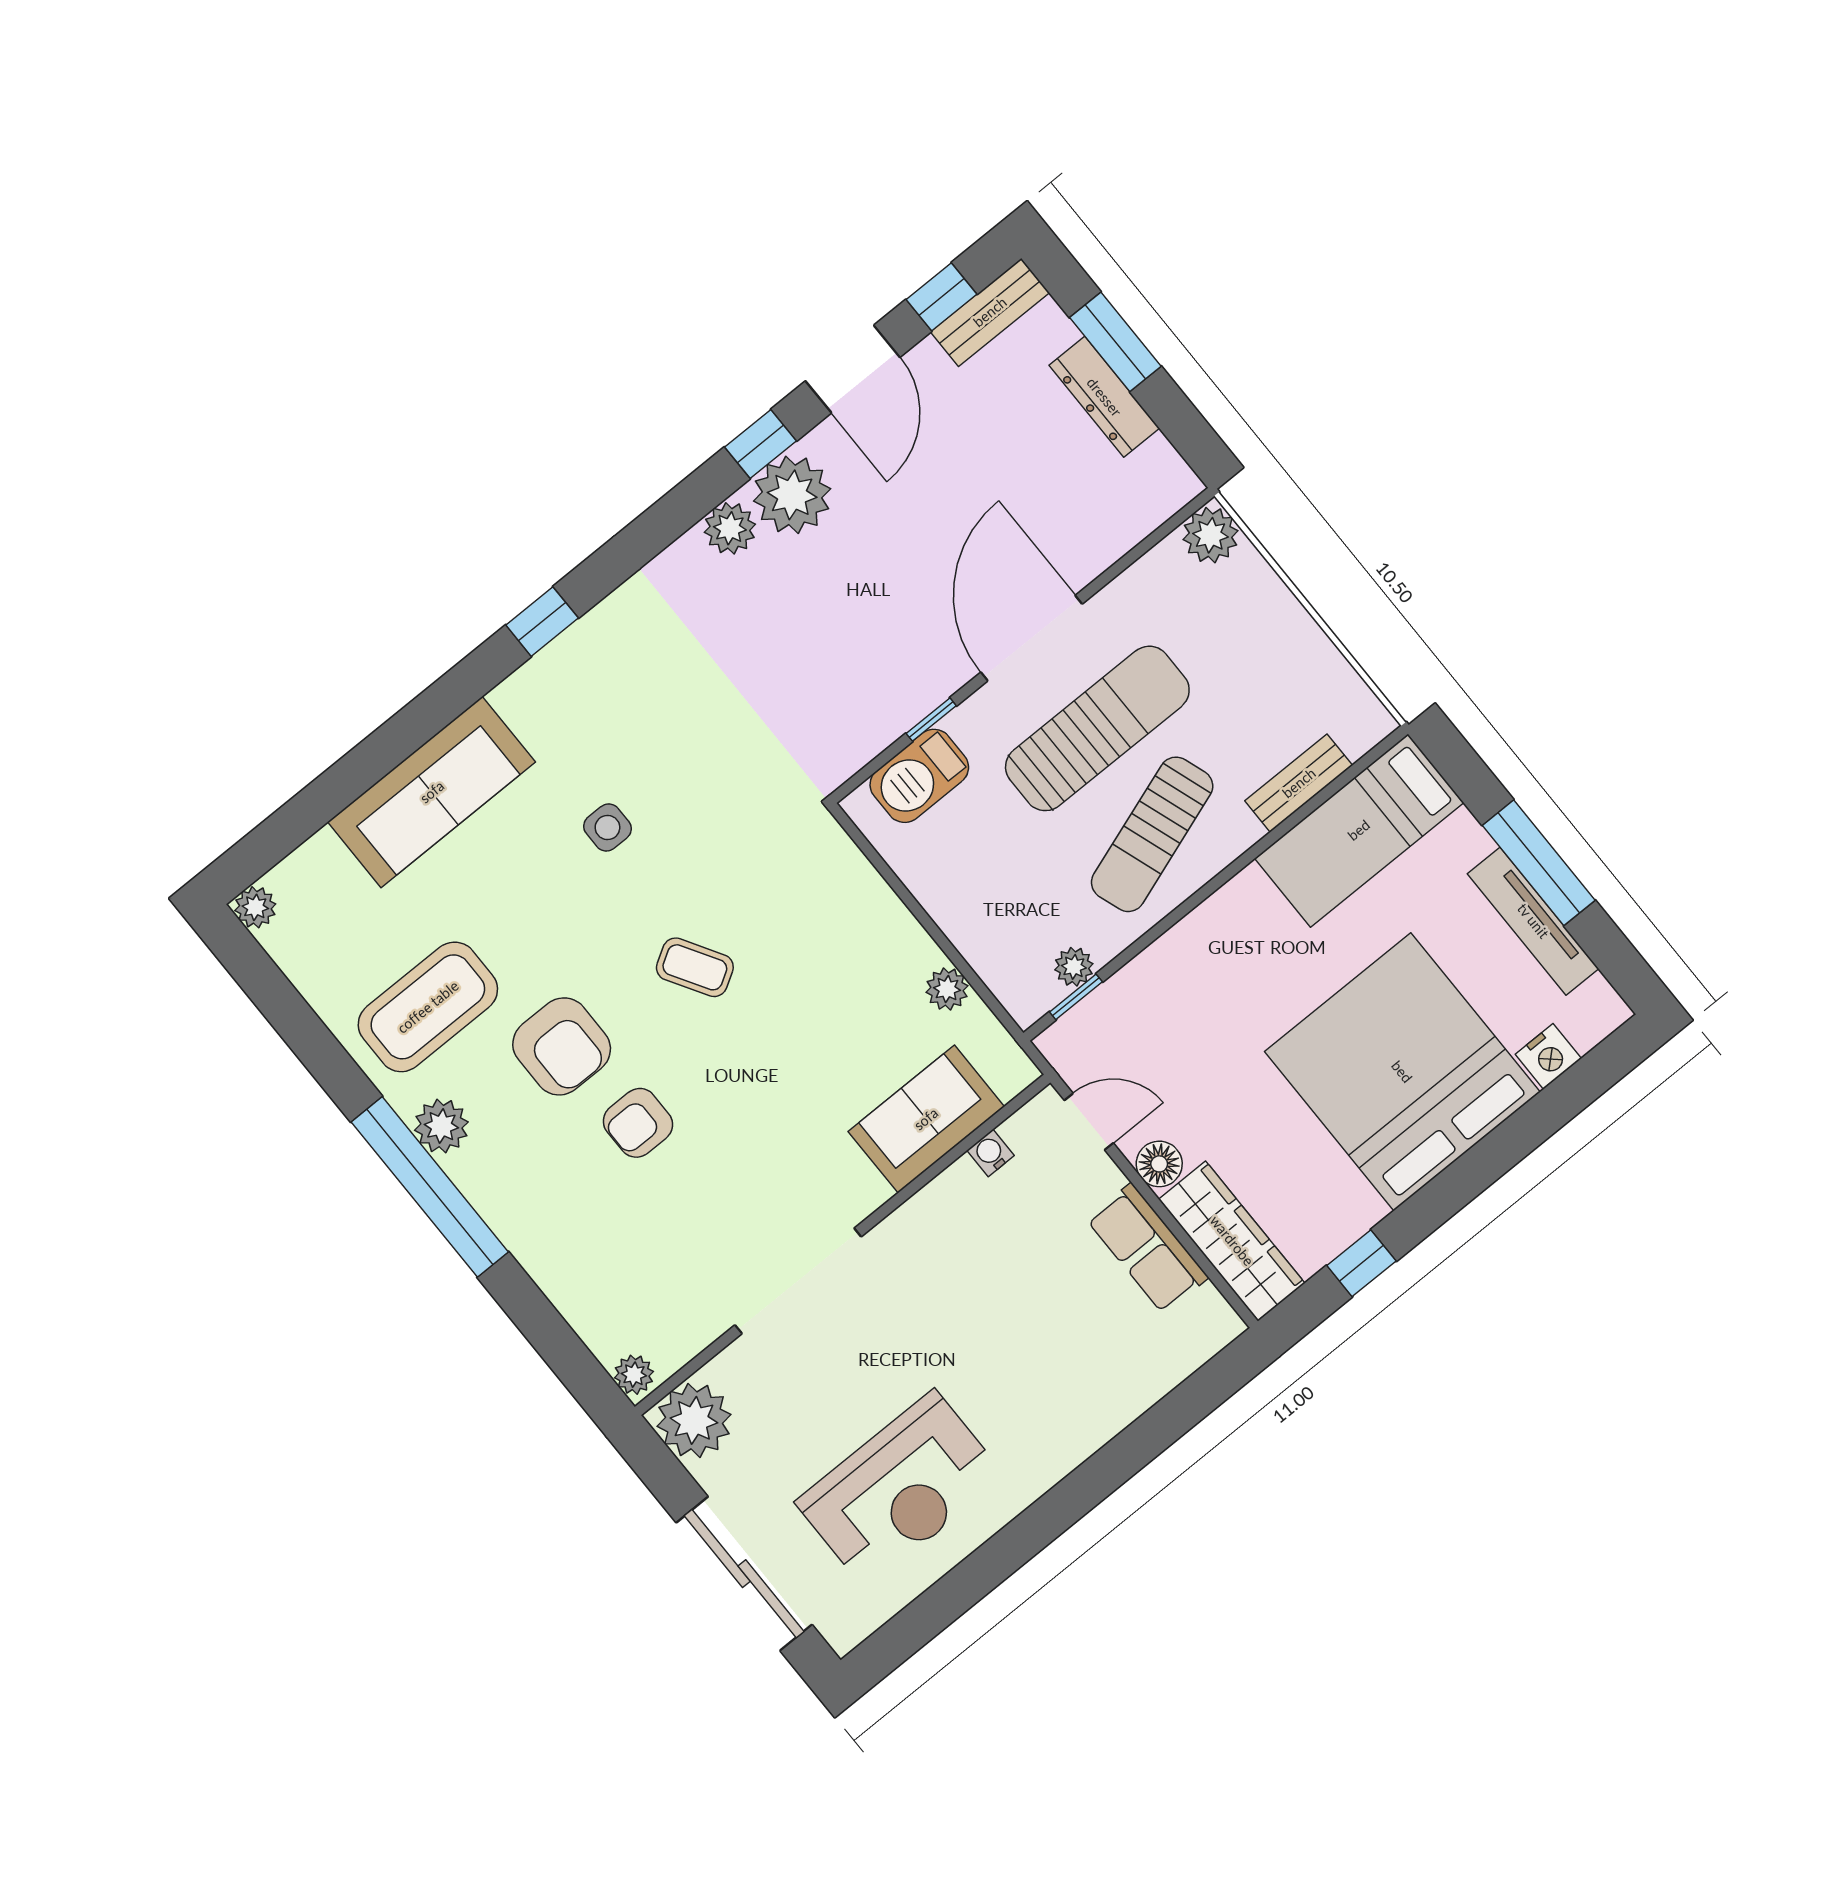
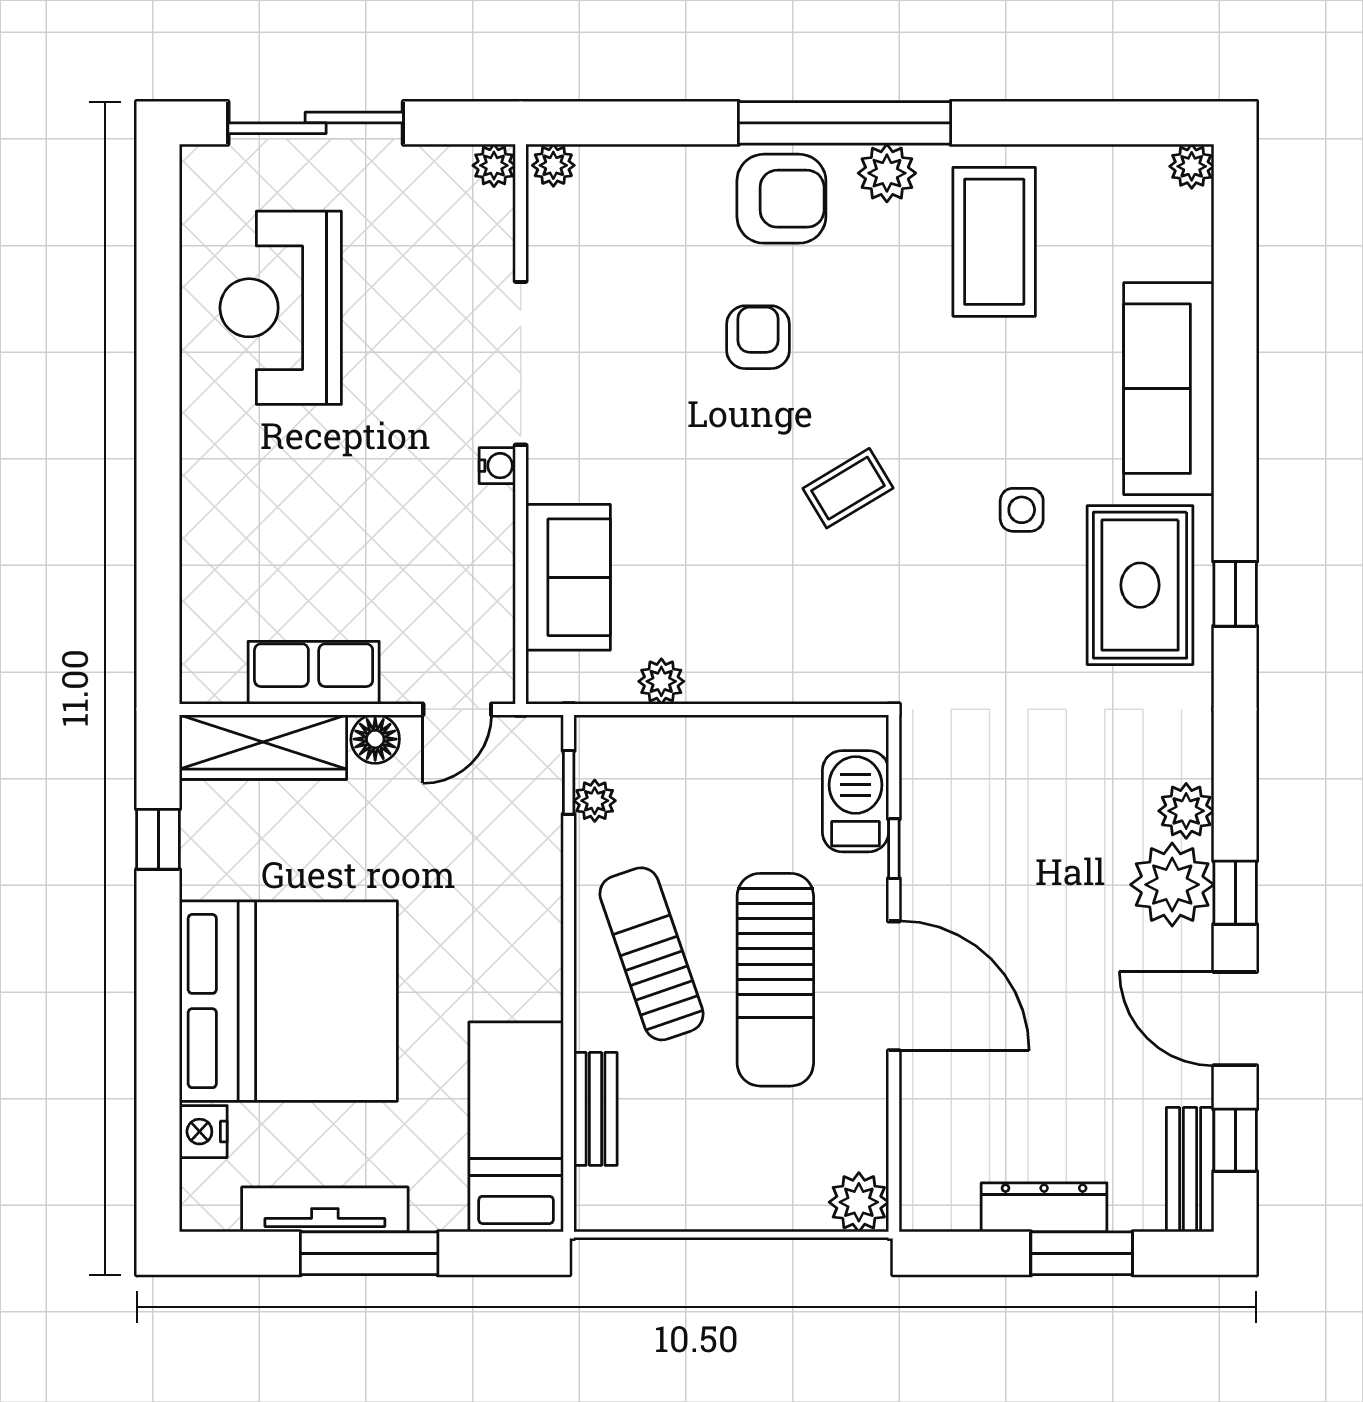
rug: (592, 696) -> (1140, 585), added
armchair: (562, 1046) -> (781, 199), moved, turned 180
water cooler: (991, 1153) -> (497, 466), moved
plant: (694, 1420) -> (494, 165), width x0.53, depth x0.53

